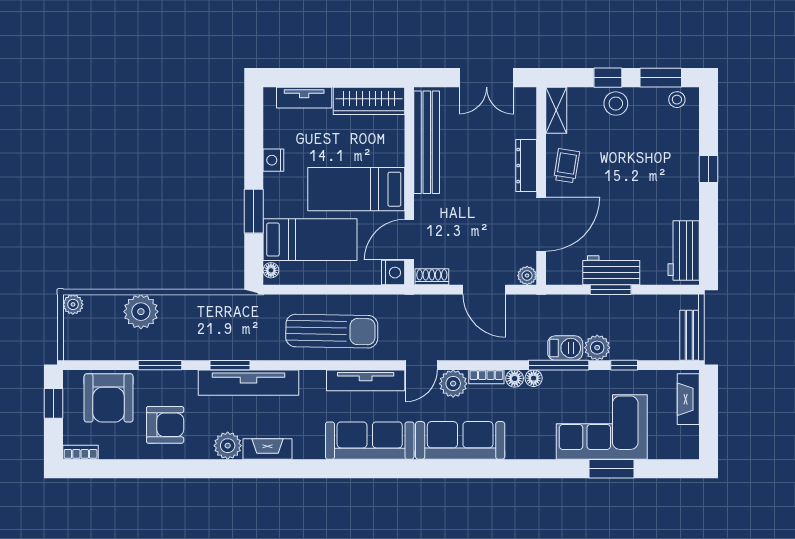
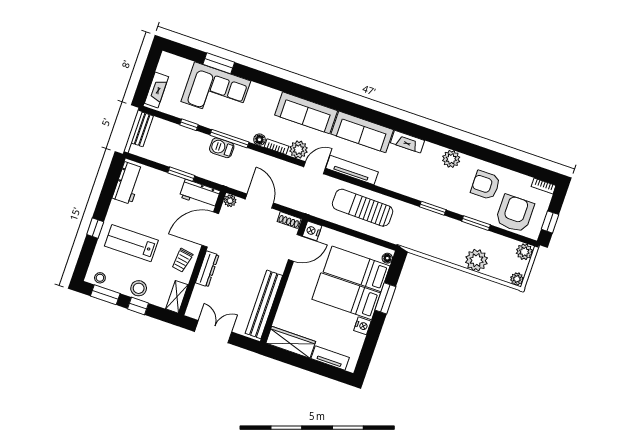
lab bench: (649, 165) -> (131, 243), added
bed: (356, 189) -> (346, 296), moved, turned 180
workbench: (611, 270) -> (200, 194), moved
plant: (597, 348) -> (524, 252), moved
floor lamp: (534, 378) -> (248, 136), removed
tv unit: (249, 383) -> (425, 193), removed
fireplace: (267, 449) -> (408, 142), moved

